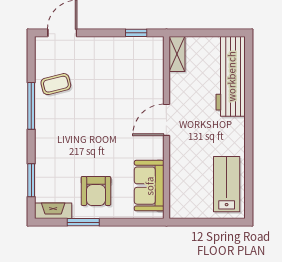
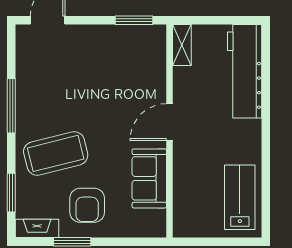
window: (136, 33) -> (134, 20), width x1.50
coffee table: (56, 84) -> (56, 153), moved, width x1.86, depth x1.72
sofa: (149, 186) -> (149, 178), moved

